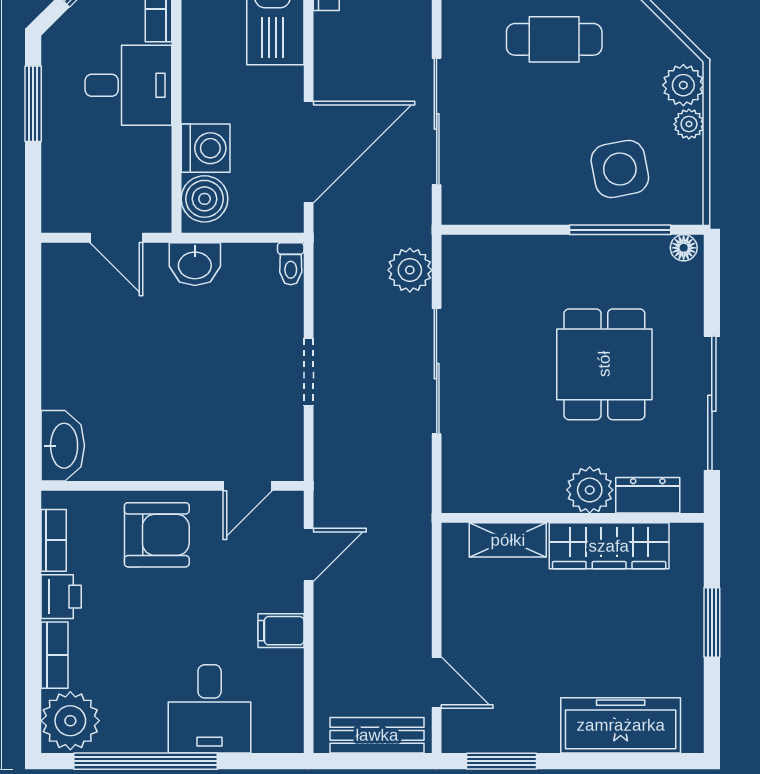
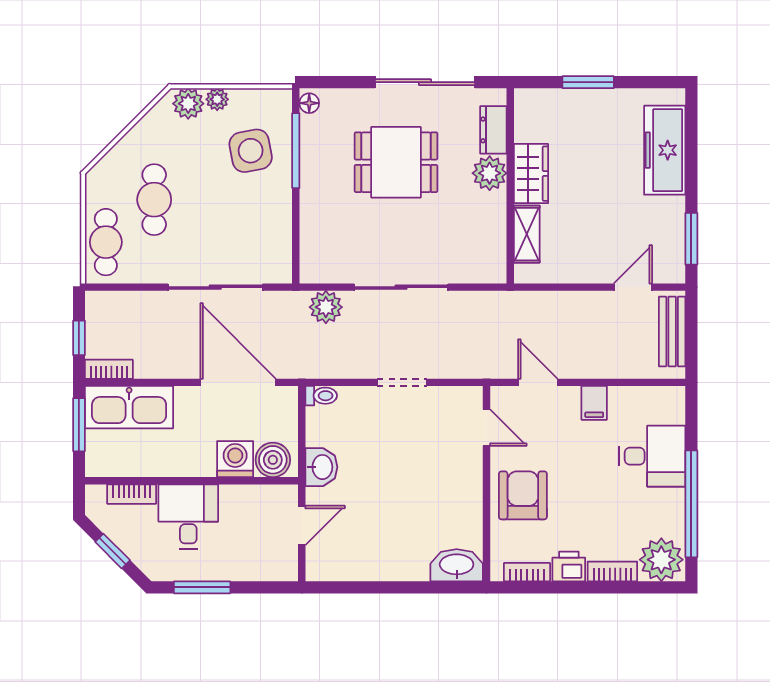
wardrobe: (609, 546) -> (531, 174), width x0.67

